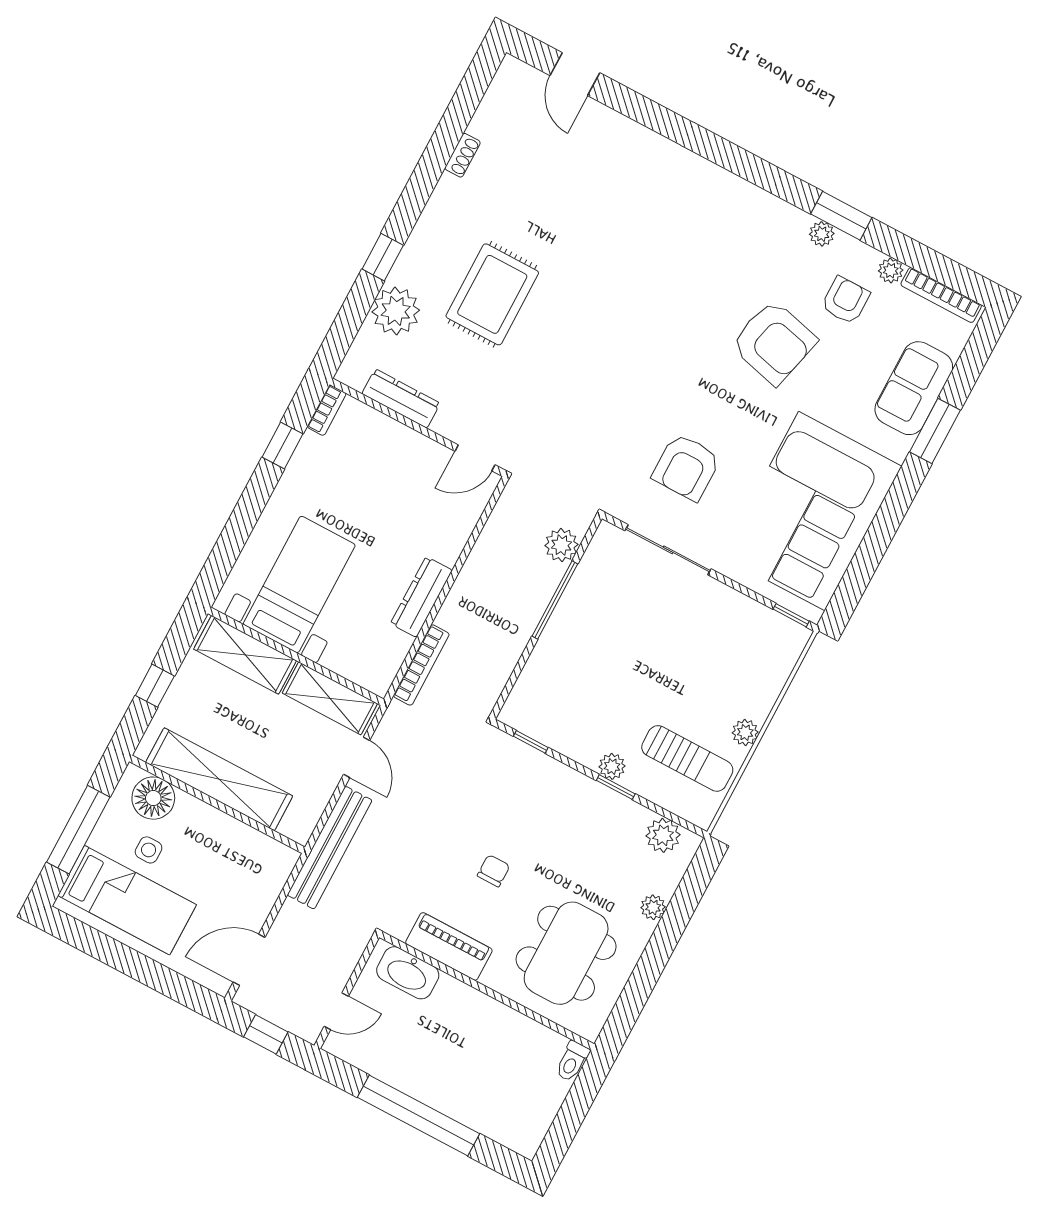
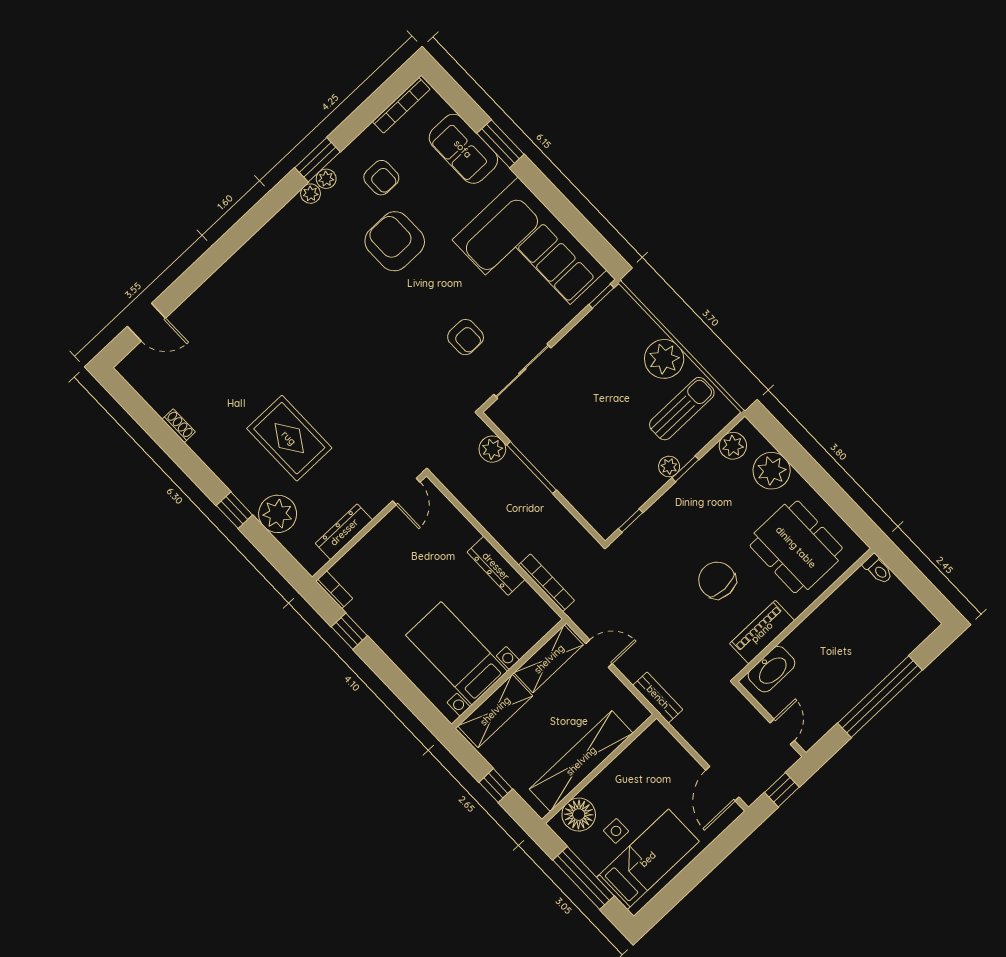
plant: (891, 271) -> (310, 194), moved
armchair: (845, 300) -> (381, 178), turned 180
armchair: (774, 342) -> (395, 241), turned -104
armchair: (686, 467) -> (466, 337), width x0.72, depth x0.72
plant: (745, 732) -> (664, 359), width x1.88, depth x1.88
bench: (330, 848) -> (658, 697), width x0.54, depth x0.82
chair: (494, 871) -> (717, 580), width x1.87, depth x1.87
plant: (653, 907) -> (772, 471), width x1.87, depth x1.87

